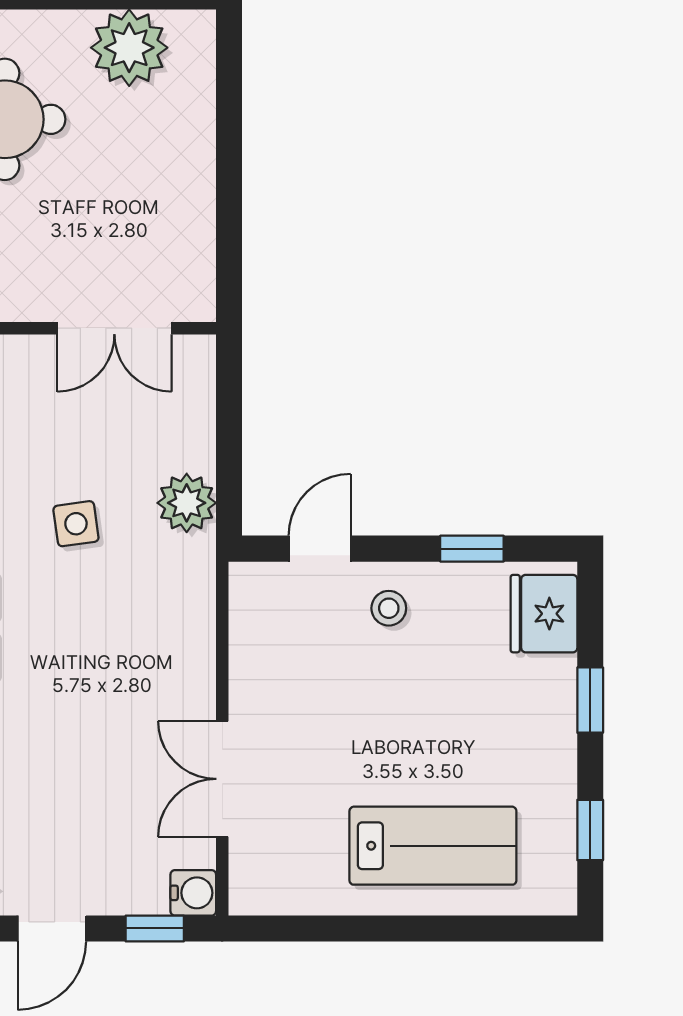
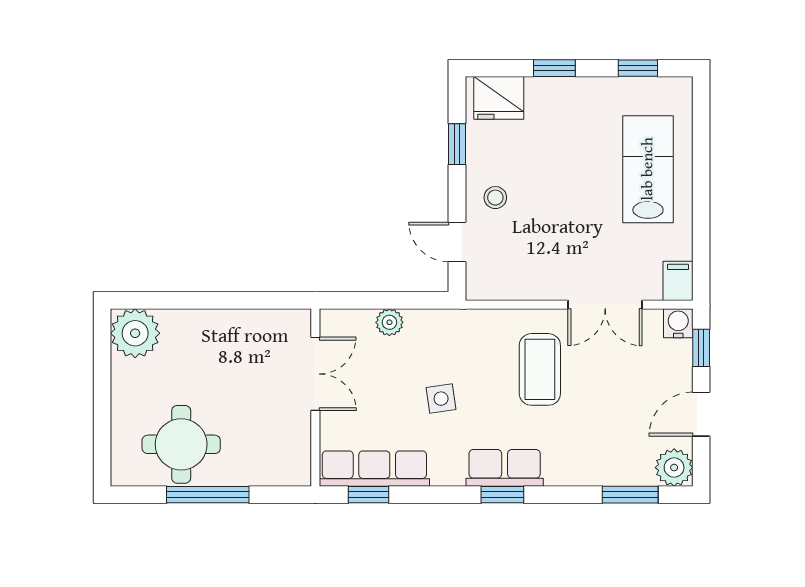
plant: (129, 48) -> (135, 333), moved
plant: (187, 503) -> (389, 322), moved, width x0.73, depth x0.73
coffee table: (121, 677) -> (540, 369), added
filing cabinet: (259, 893) -> (678, 281), added
door: (52, 928) -> (701, 414), swing flipped

